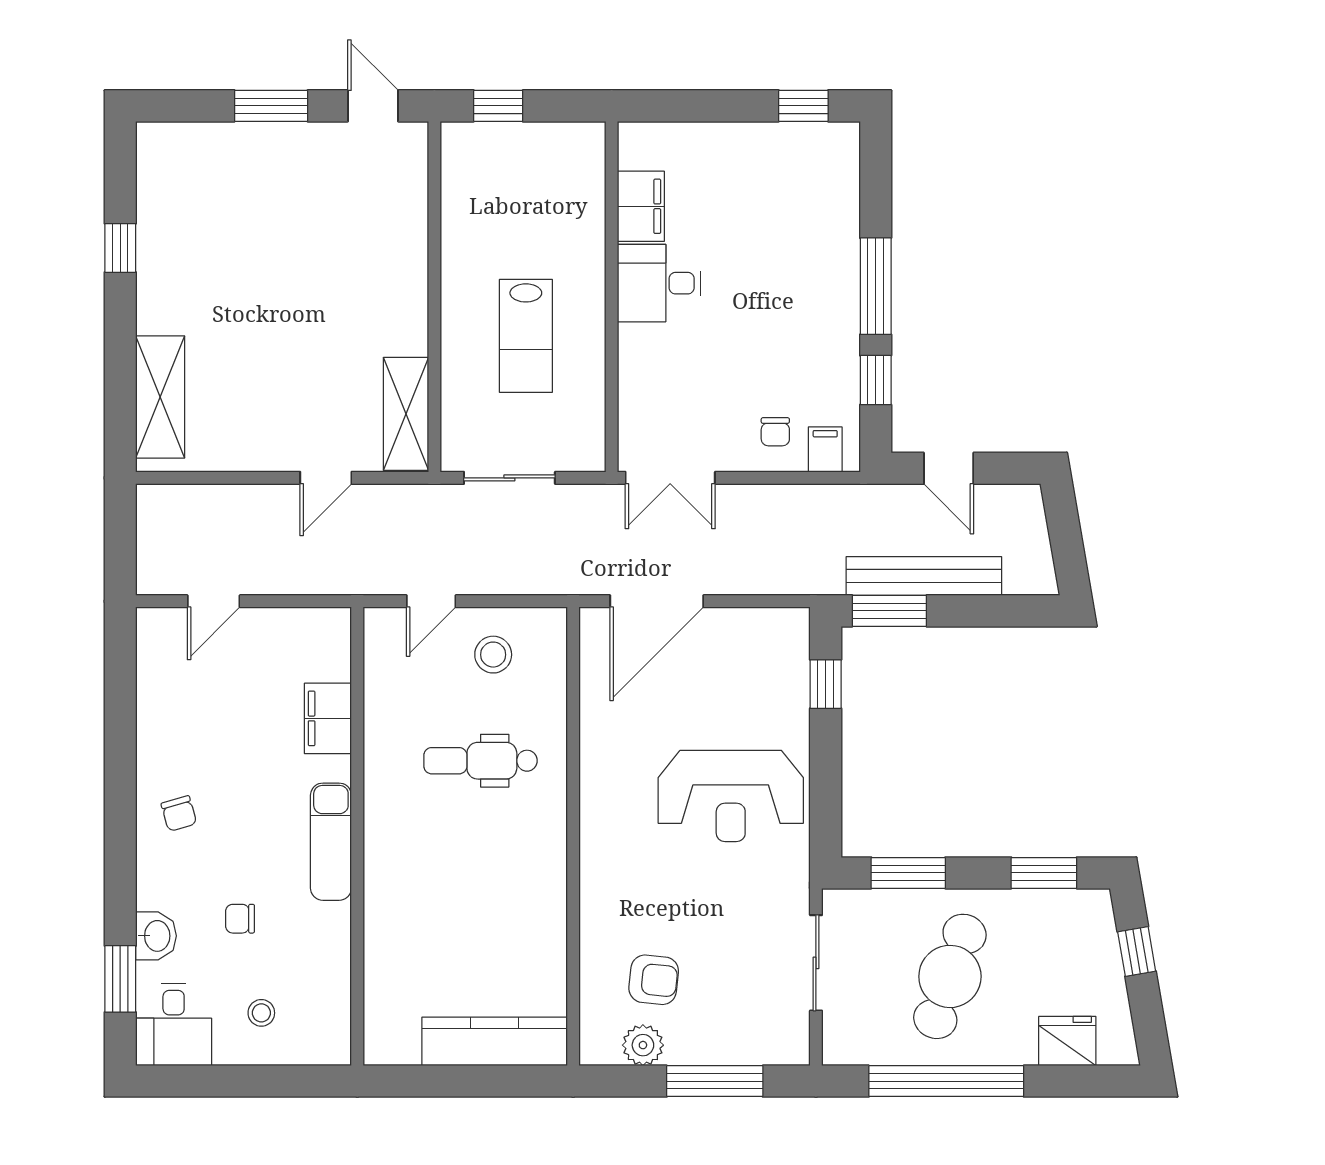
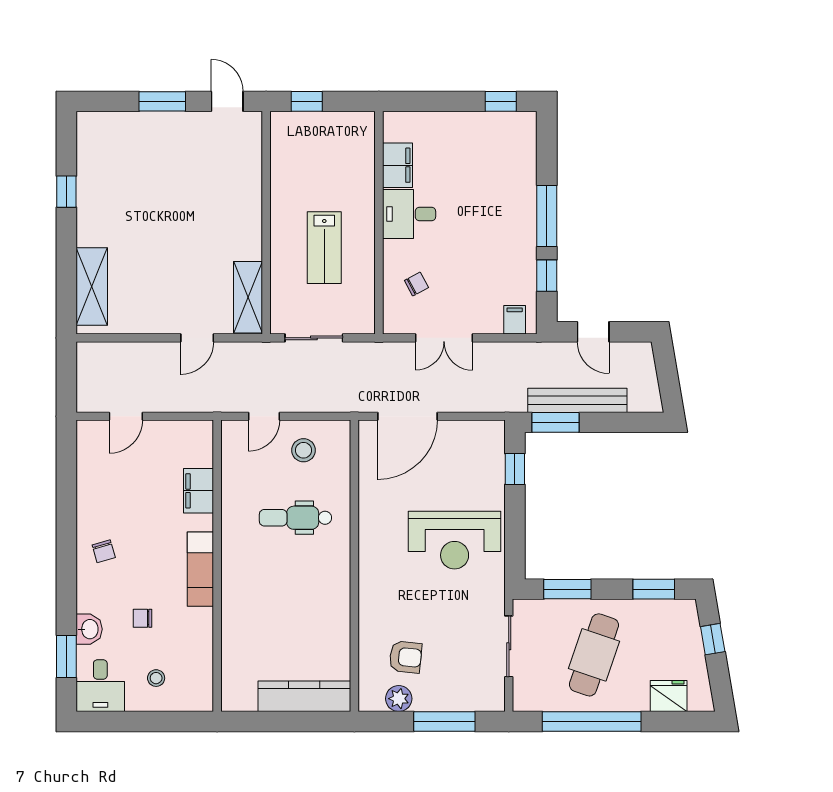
chair: (775, 432) -> (416, 284), moved, turned -118
double door: (670, 478) -> (444, 338), moved

